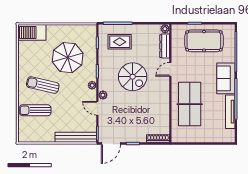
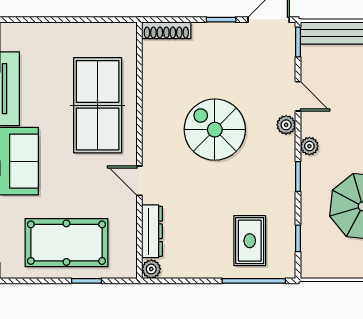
rug: (120, 42) -> (250, 241), turned 90
door: (170, 69) -> (139, 181), swing flipped
spiral stairs: (133, 77) -> (215, 130), moved

